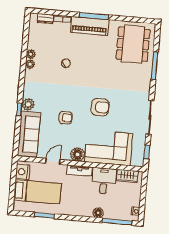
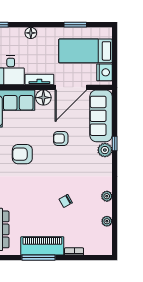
dresser: (45, 19) -> (94, 250), removed
plant: (31, 54) -> (107, 221), moved
door: (53, 161) -> (71, 87), width x1.87
floor lamp: (98, 213) -> (31, 33), moved

